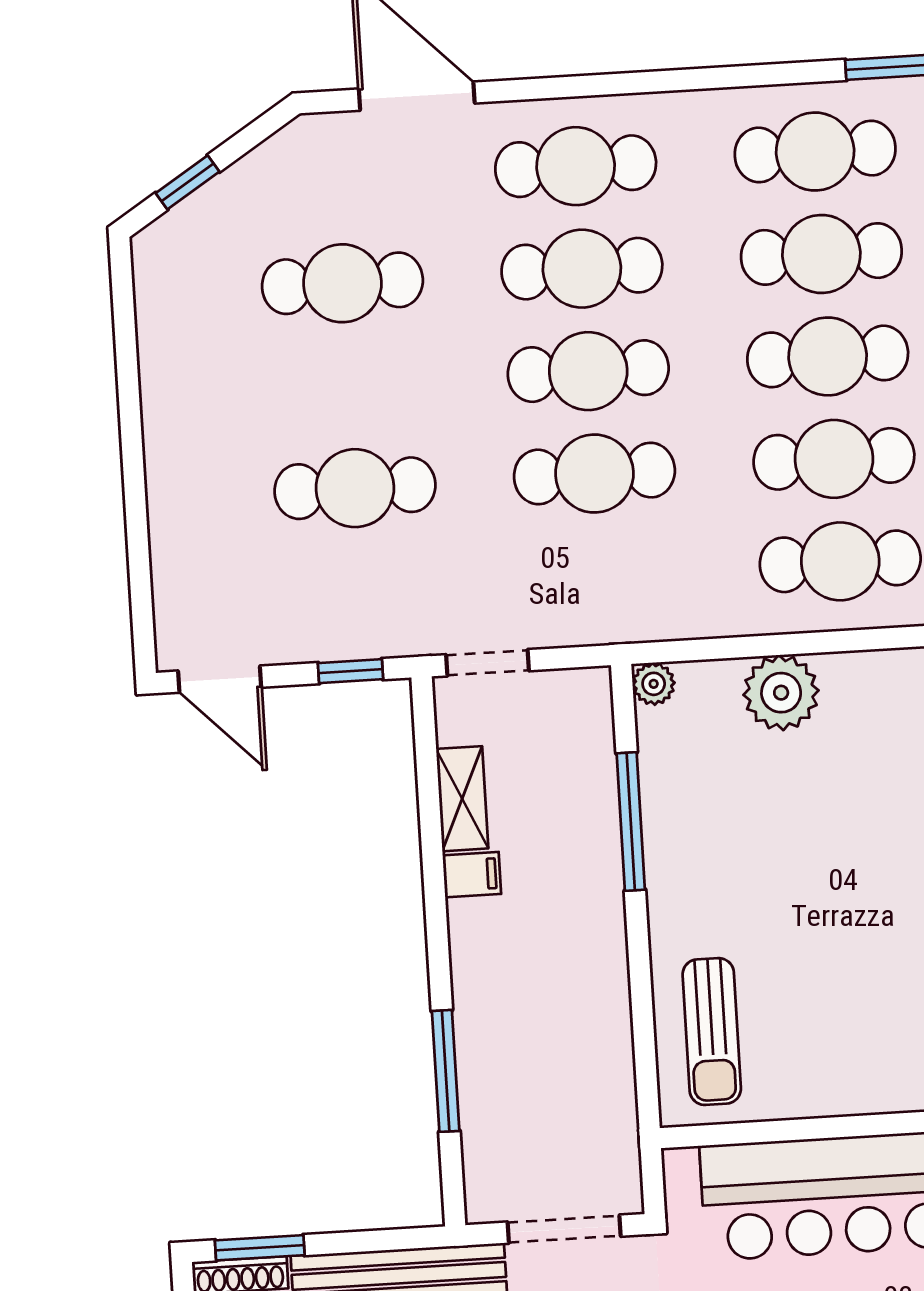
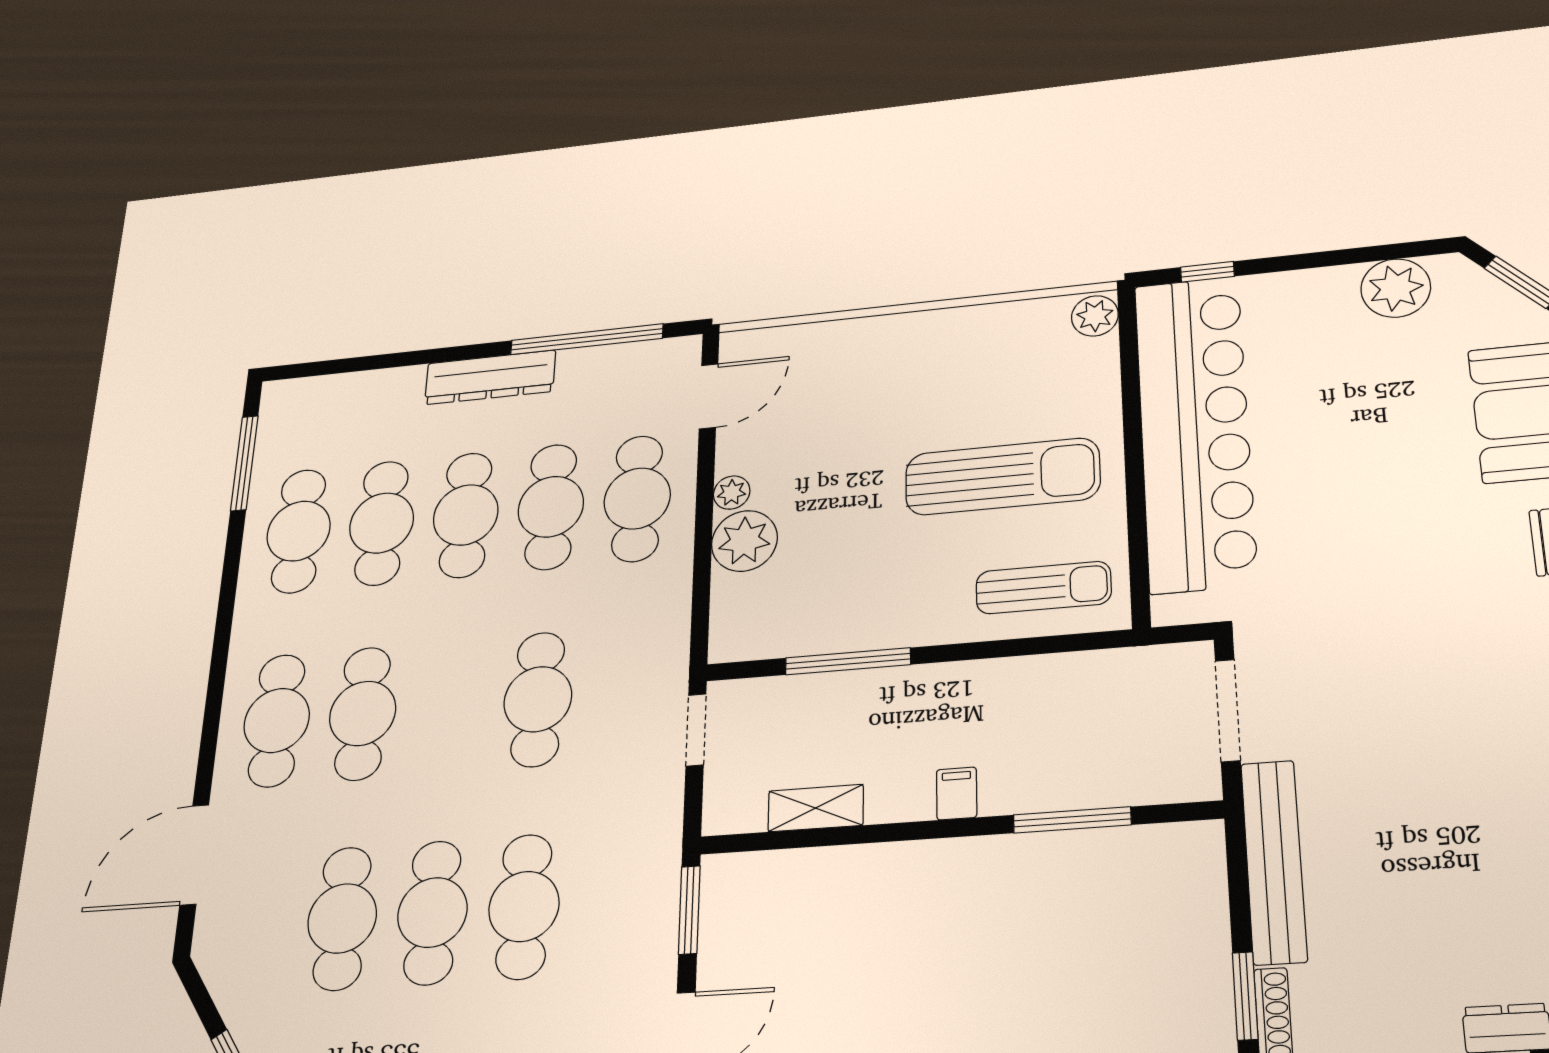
cafe table: (588, 371) -> (432, 912), moved
doorway: (487, 663) -> (696, 730), moved
window: (350, 671) -> (689, 910), width x1.50
plant: (654, 684) -> (732, 493), moved
filing cabinet: (472, 875) -> (957, 793), moved
sun lounger: (849, 981) -> (1002, 477), added

